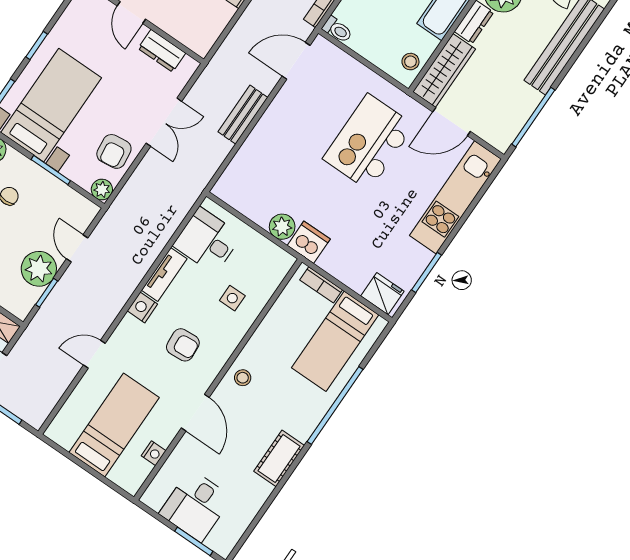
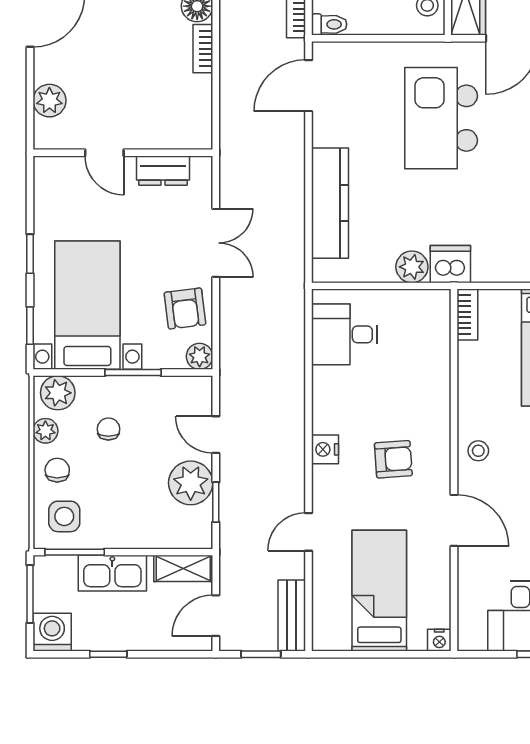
bench: (243, 115) -> (292, 615), moved
kitchen counter: (257, 148) -> (330, 203), added
tv unit: (164, 275) -> (324, 400), removed
bookcase: (321, 285) -> (467, 315), moved, turned -90
side table: (232, 298) -> (411, 376), removed
nightstand: (154, 453) -> (439, 640), moved, turned 90

